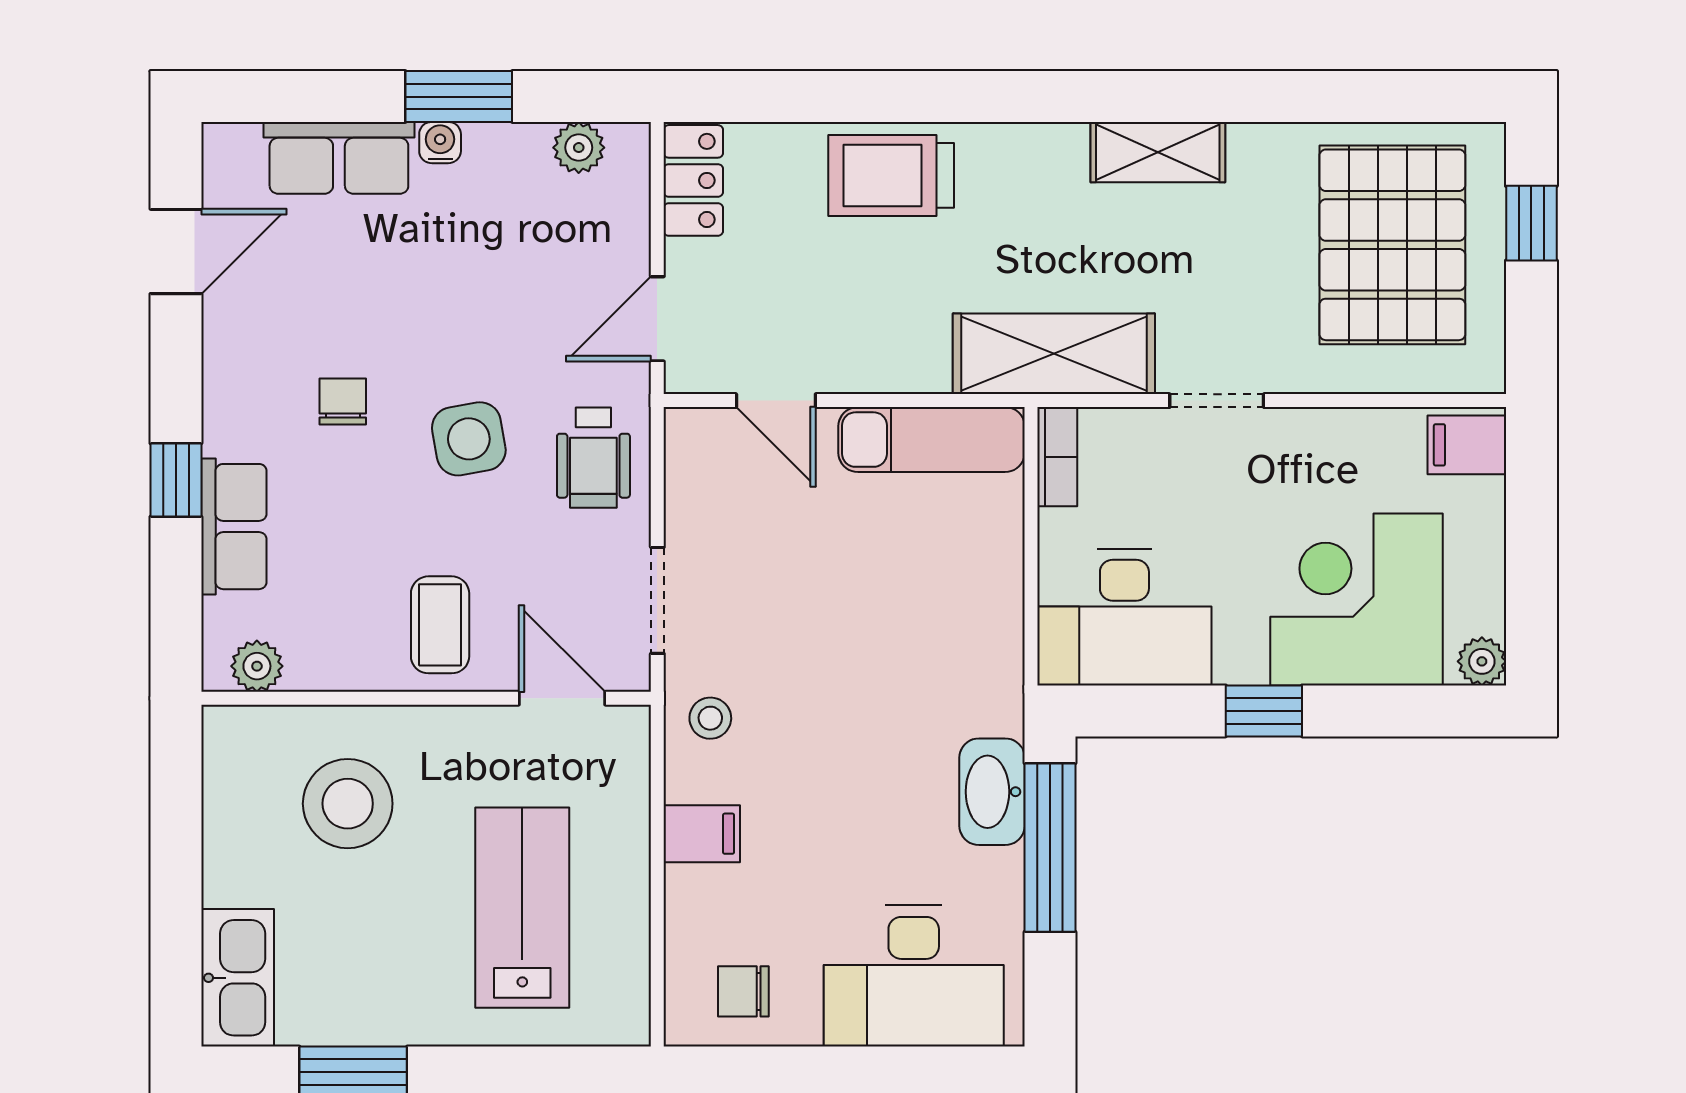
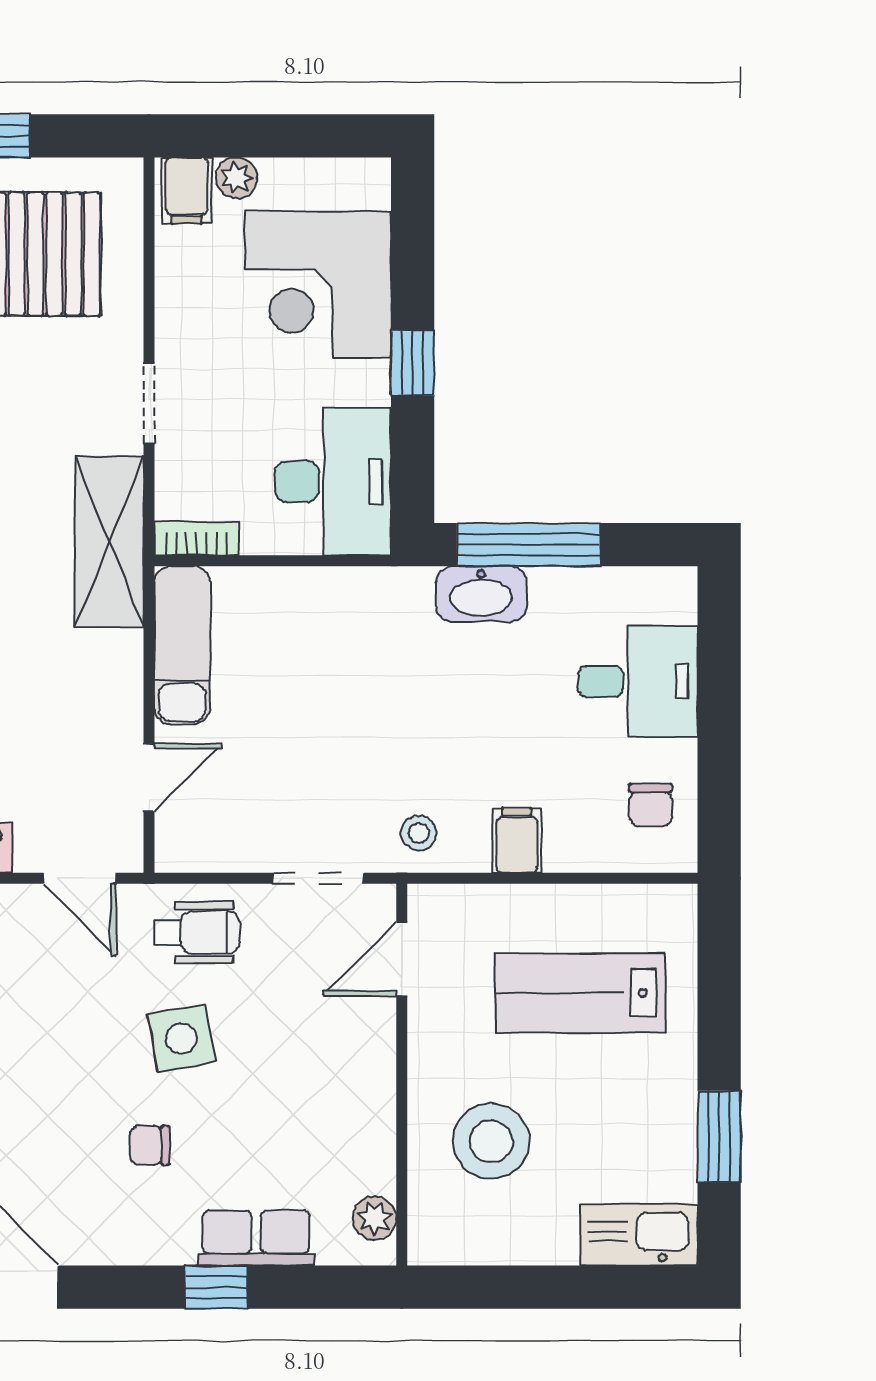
coffee table: (440, 625) -> (339, 1063), removed
plant: (1482, 661) -> (236, 178), moved
desk: (914, 976) -> (638, 681), width x0.73

